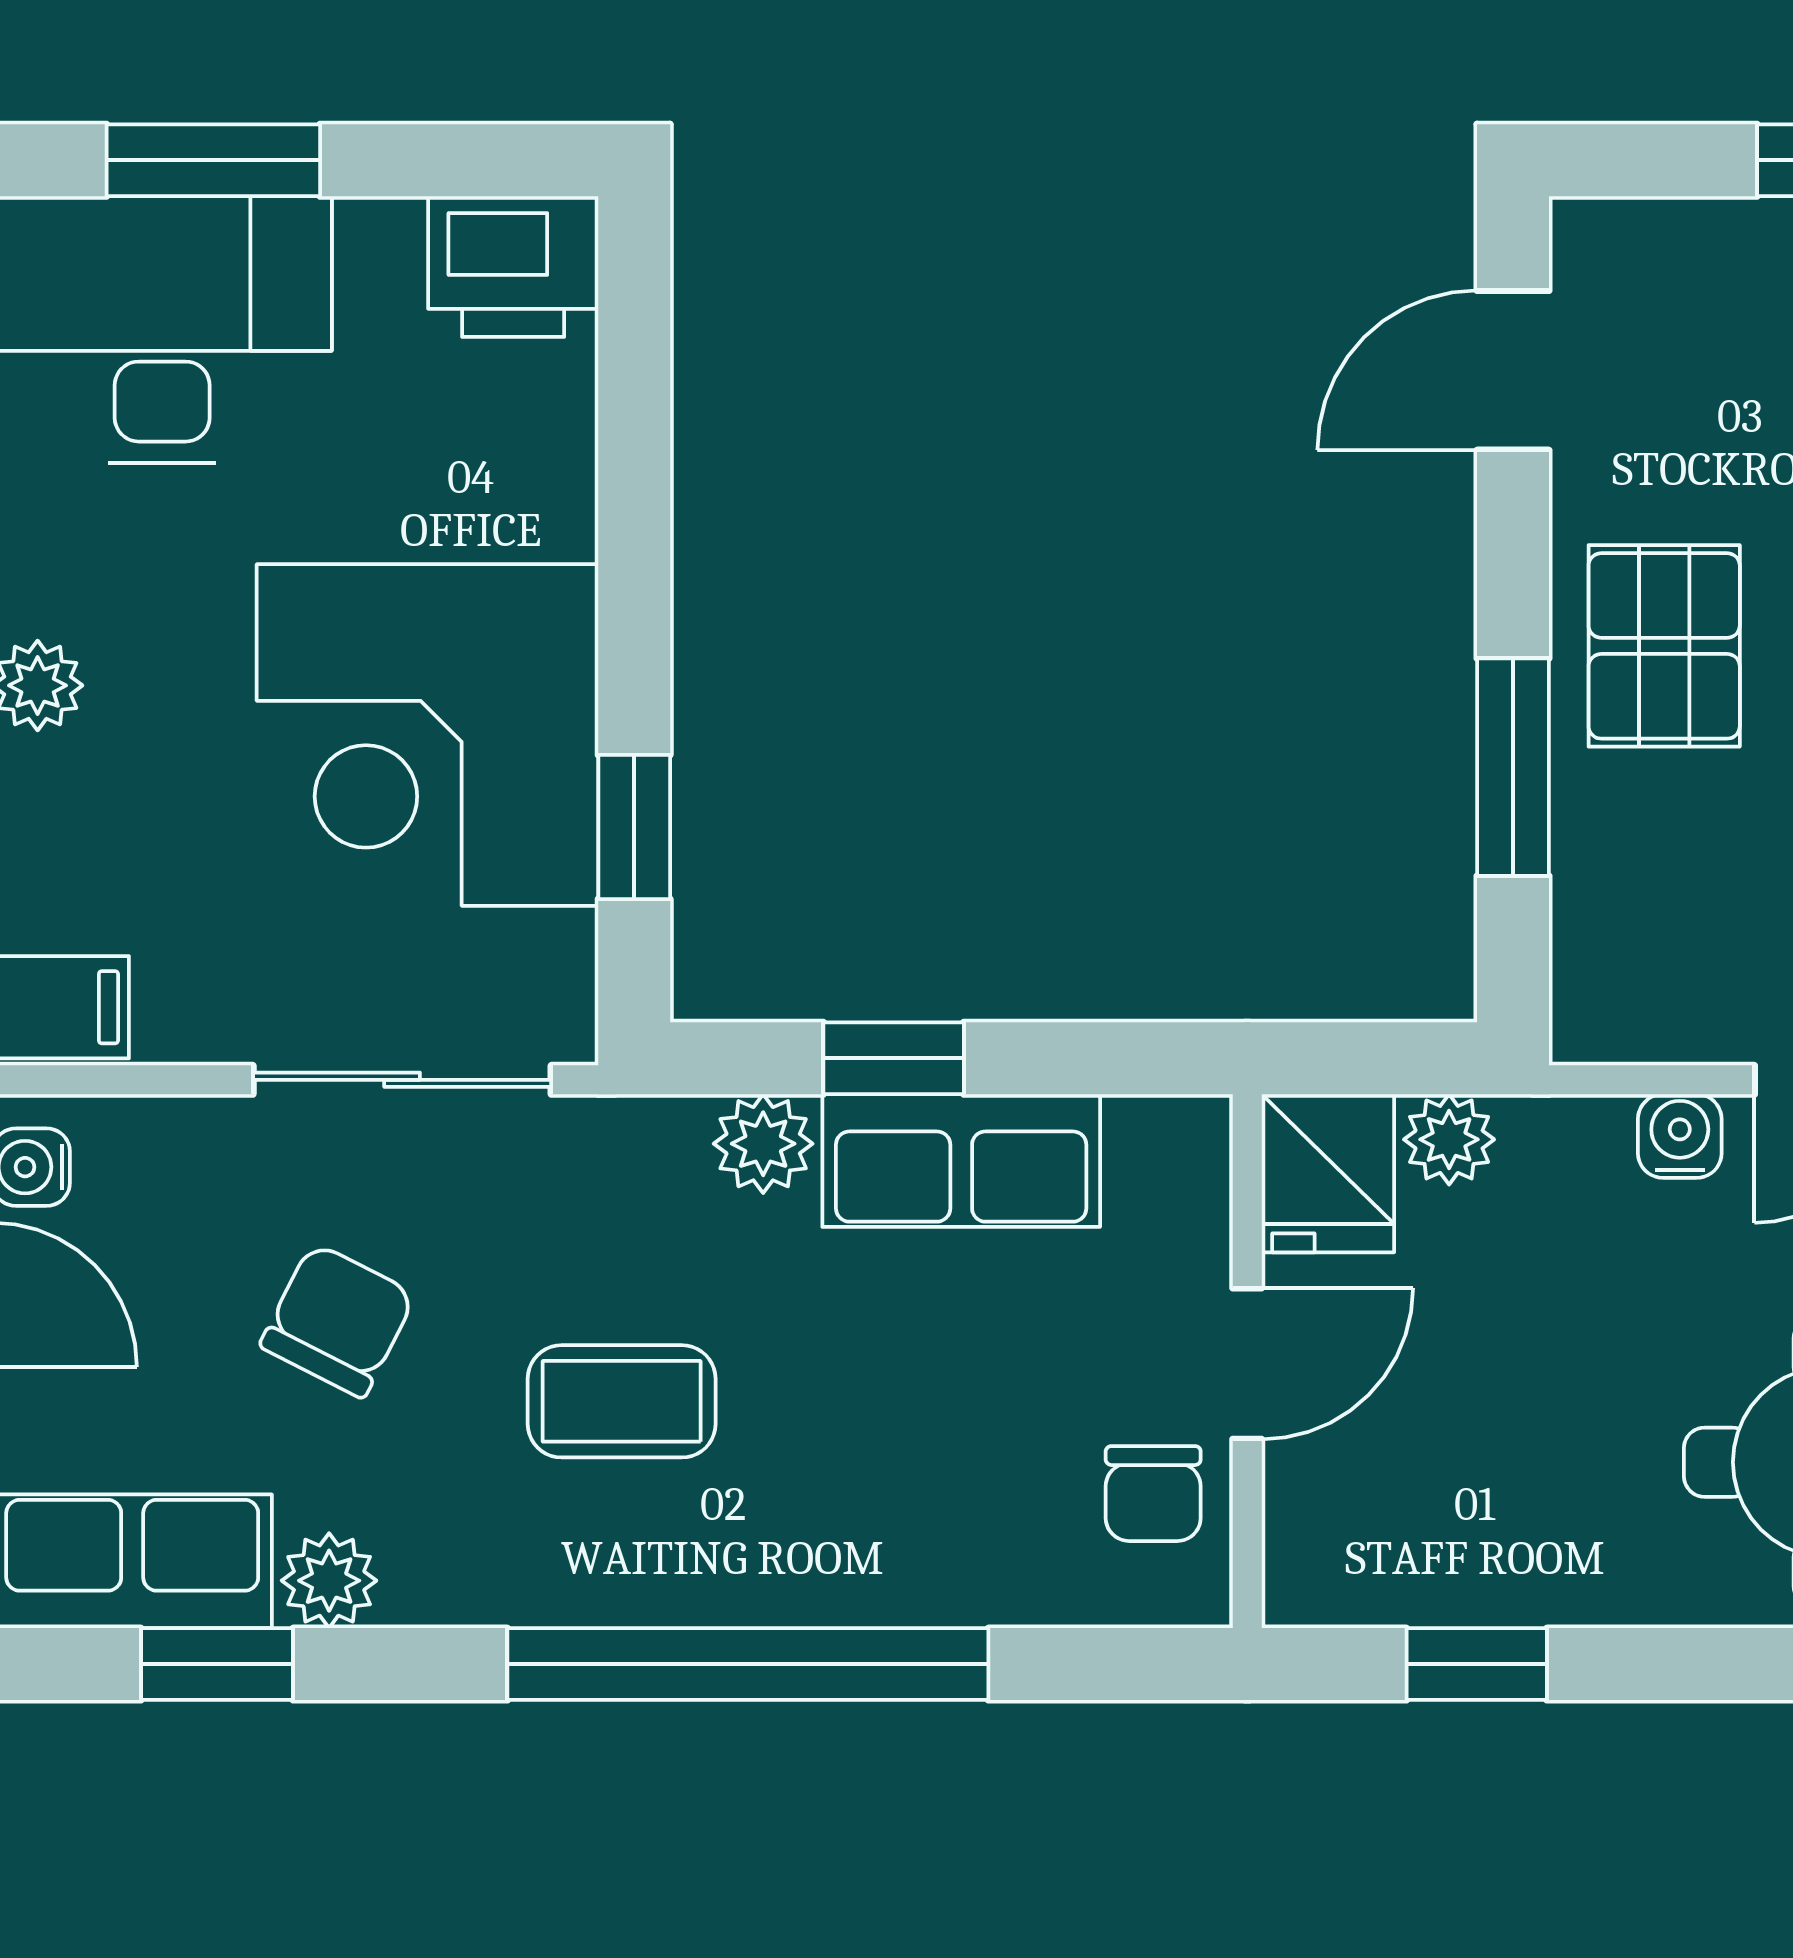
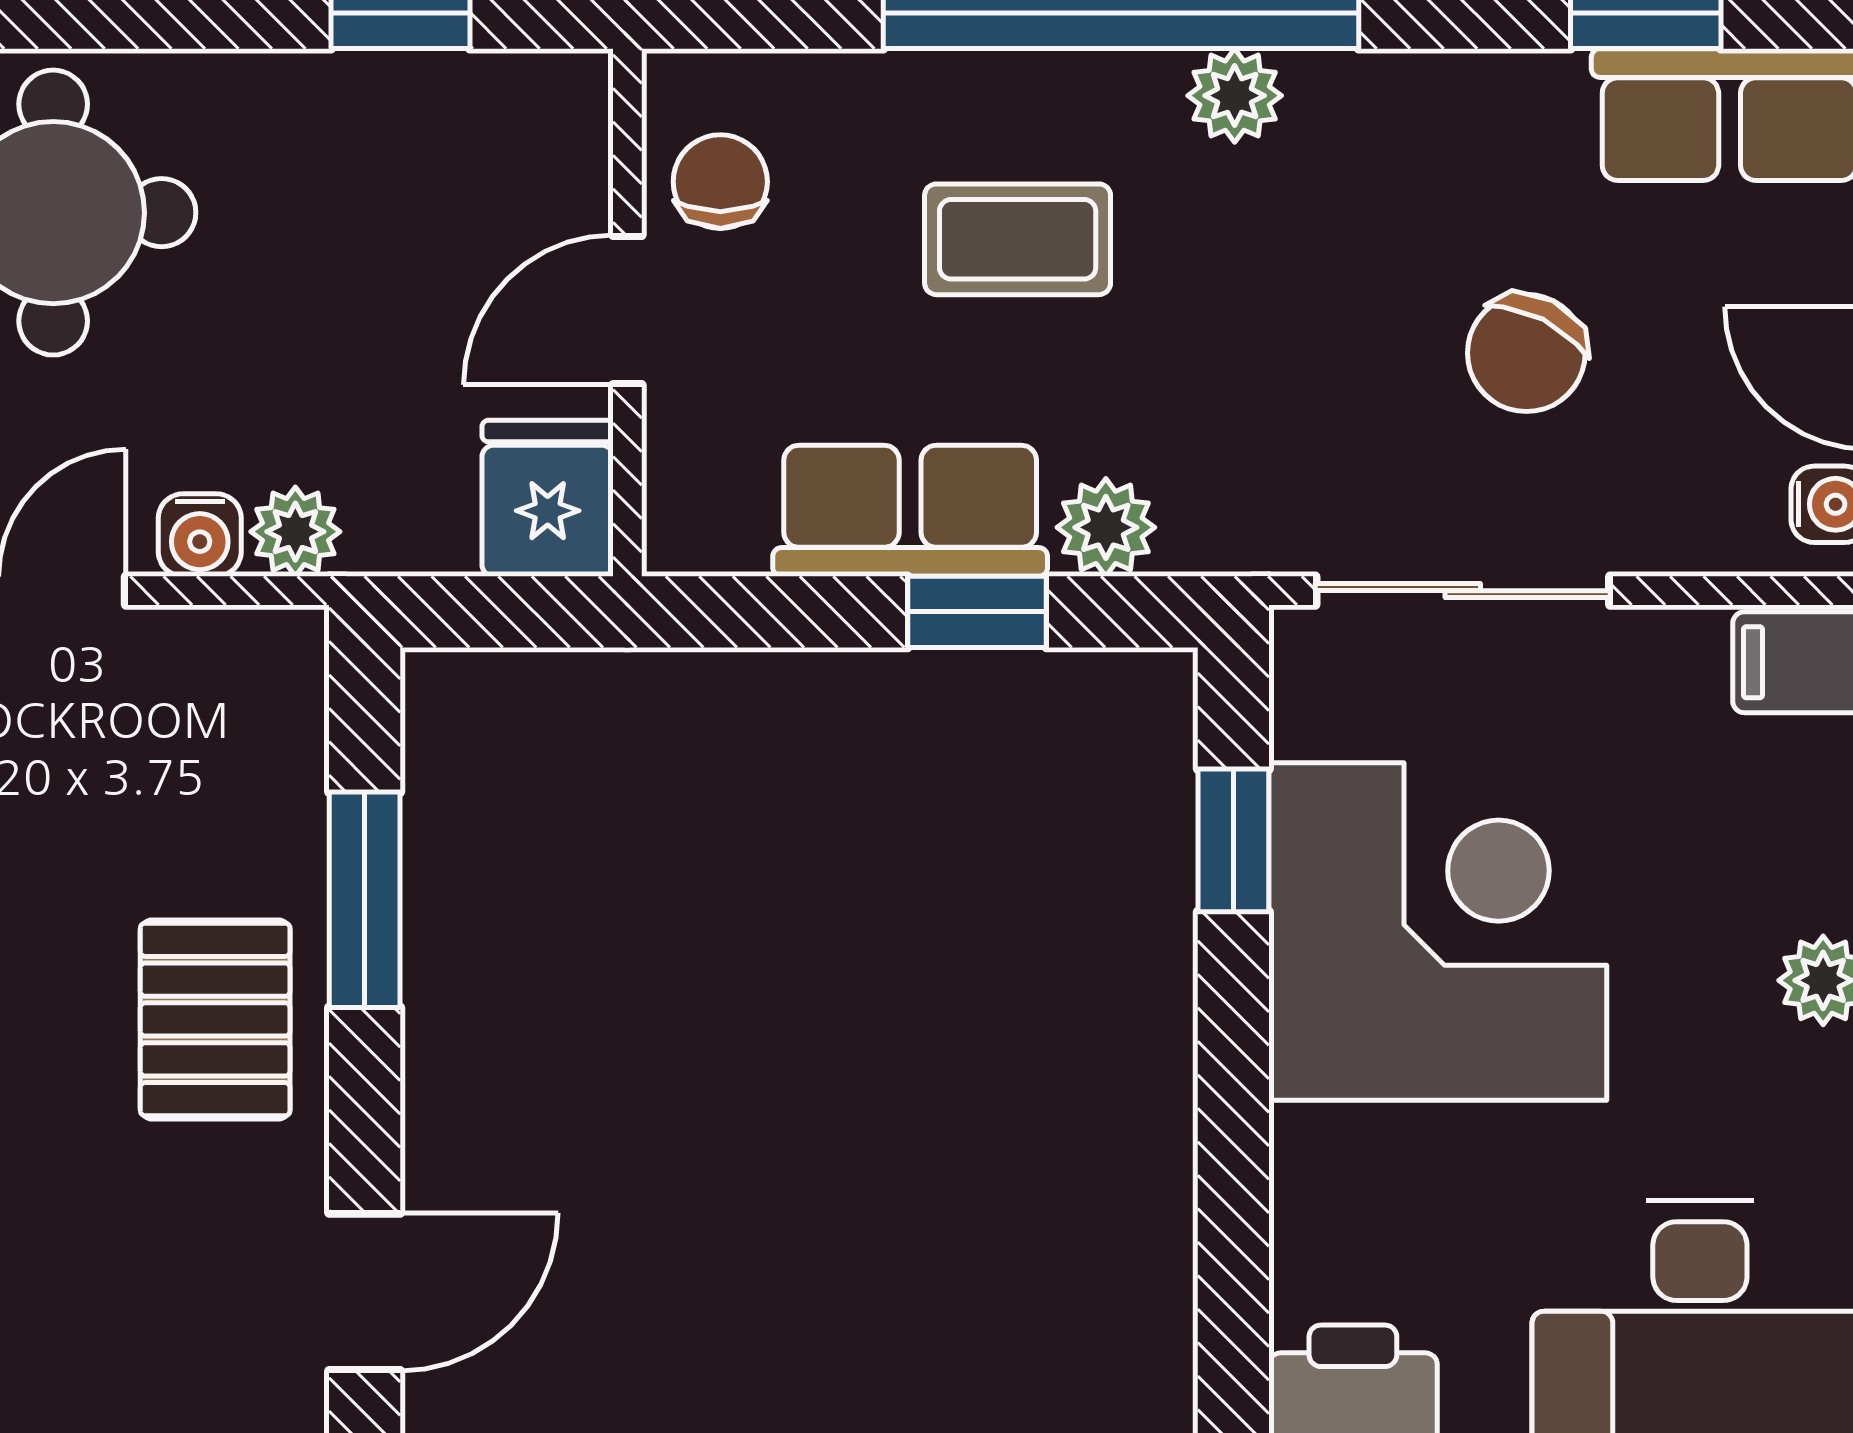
plant: (1449, 1139) -> (295, 532), moved
coffee table: (622, 1401) -> (1018, 239), moved
plant: (329, 1581) -> (1235, 96), moved

